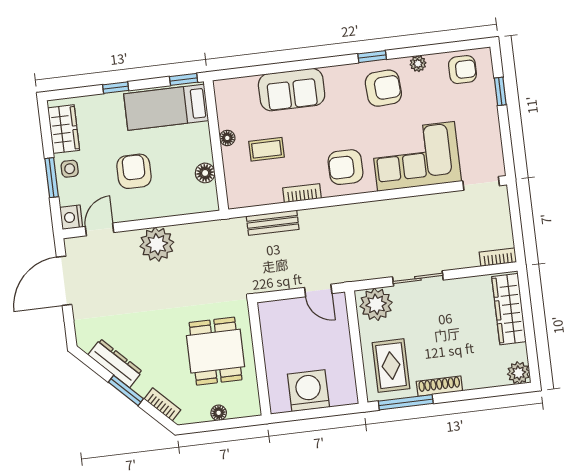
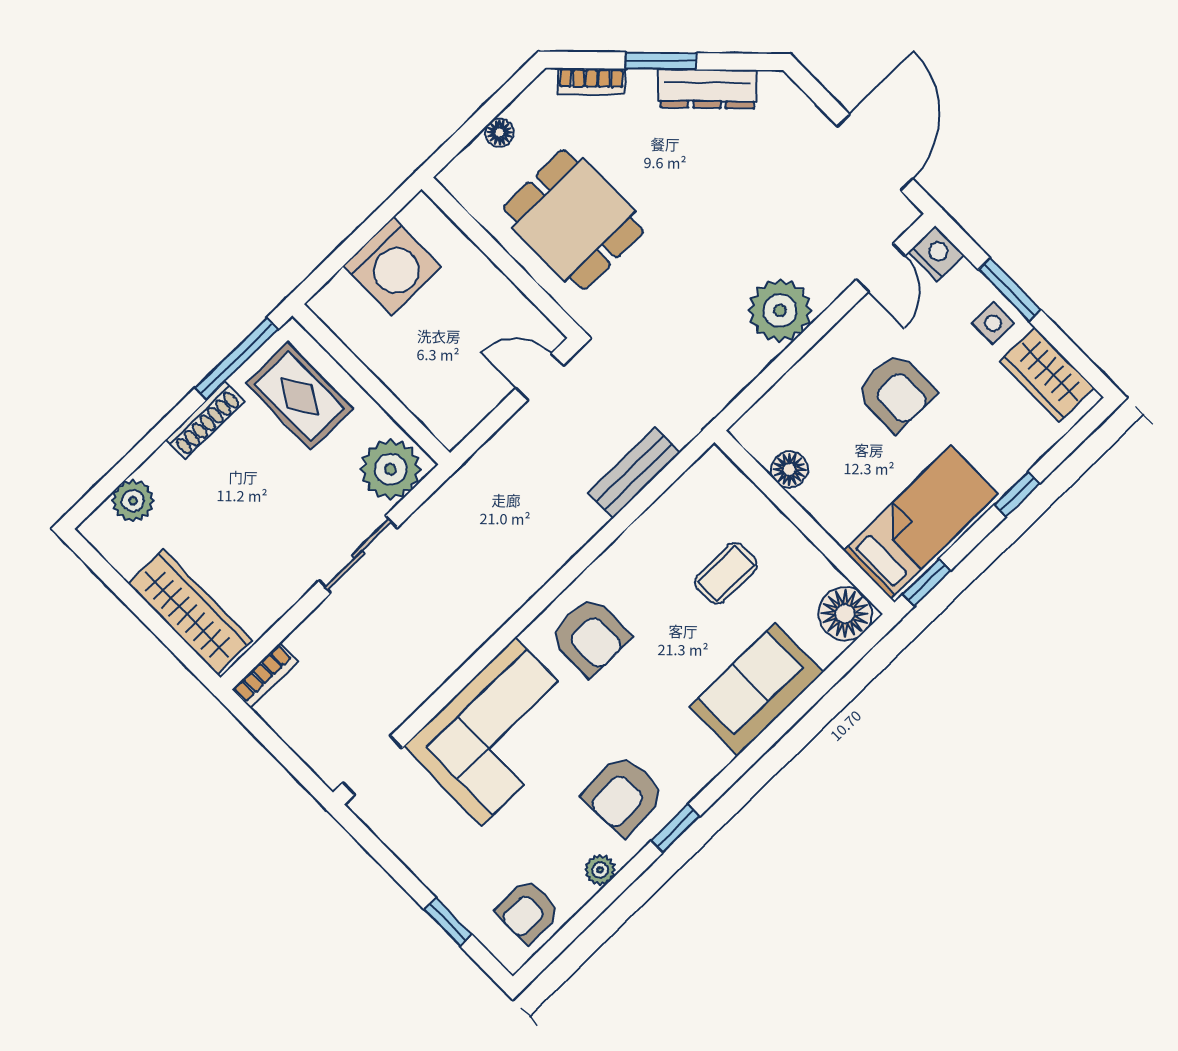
floor lamp: (227, 138) -> (845, 614), moved, width x1.89, depth x1.89
armchair: (345, 167) -> (590, 636), turned 90
bookcase: (302, 193) -> (624, 549), removed
door: (318, 290) -> (540, 377), moved
plant: (519, 373) -> (133, 501), moved

